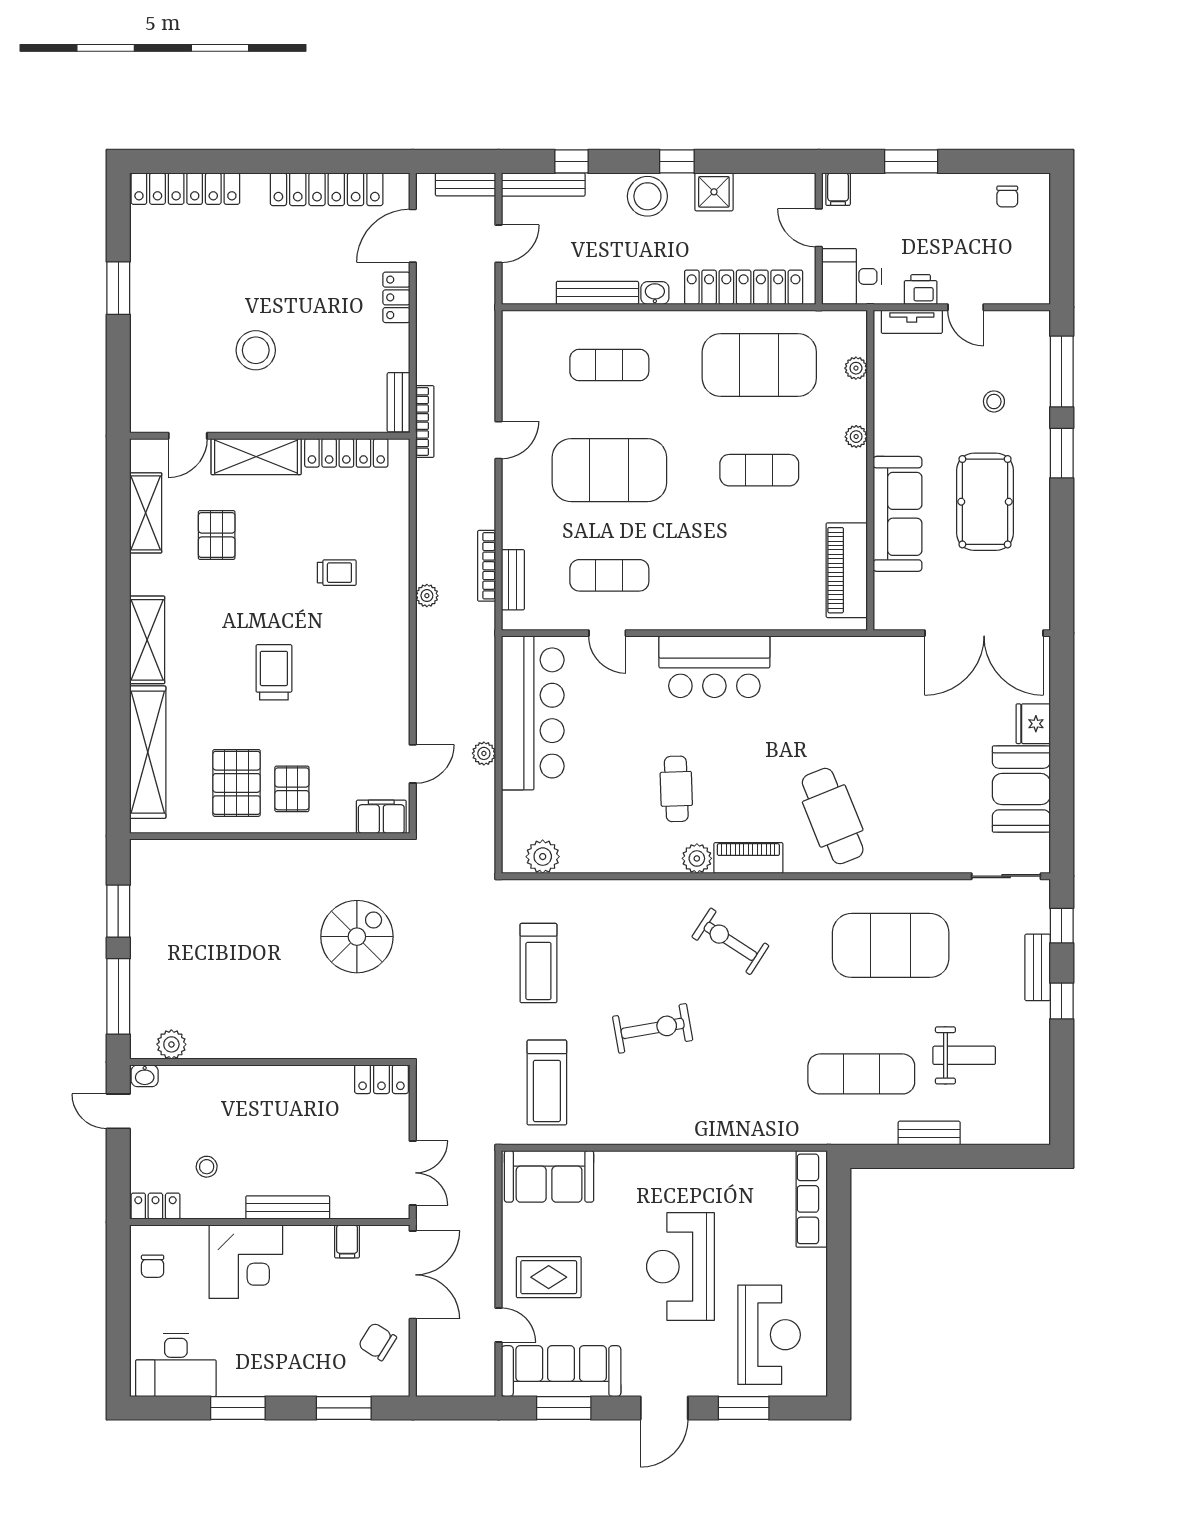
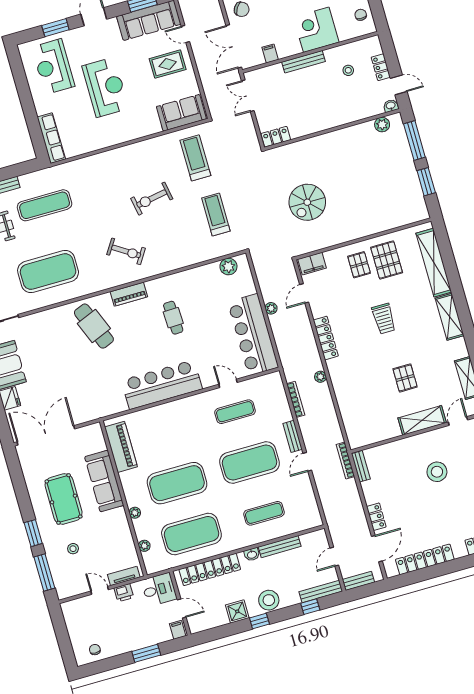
locker: (346, 453) -> (326, 338), moved, turned 90
exercise mat: (759, 470) -> (177, 483), width x2.00, depth x1.45
pallet: (217, 535) -> (405, 378), moved
trolley: (337, 573) -> (367, 375), removed
bench: (513, 580) -> (292, 436), moved
bar counter: (714, 667) -> (162, 385), width x1.36
plant: (697, 858) -> (154, 287), removed
locker: (155, 1206) -> (381, 67), moved, turned 90

